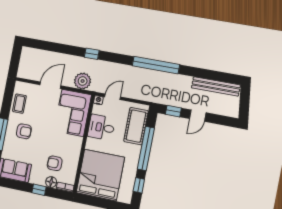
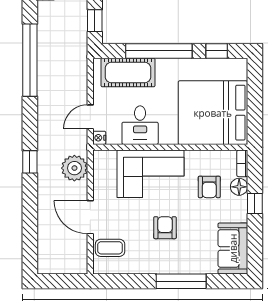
door: (113, 97) -> (90, 117), hinge flipped
coffee table: (19, 104) -> (110, 248), moved
corner sofa: (73, 113) -> (151, 174), moved
armchair: (24, 131) -> (165, 228), moved

